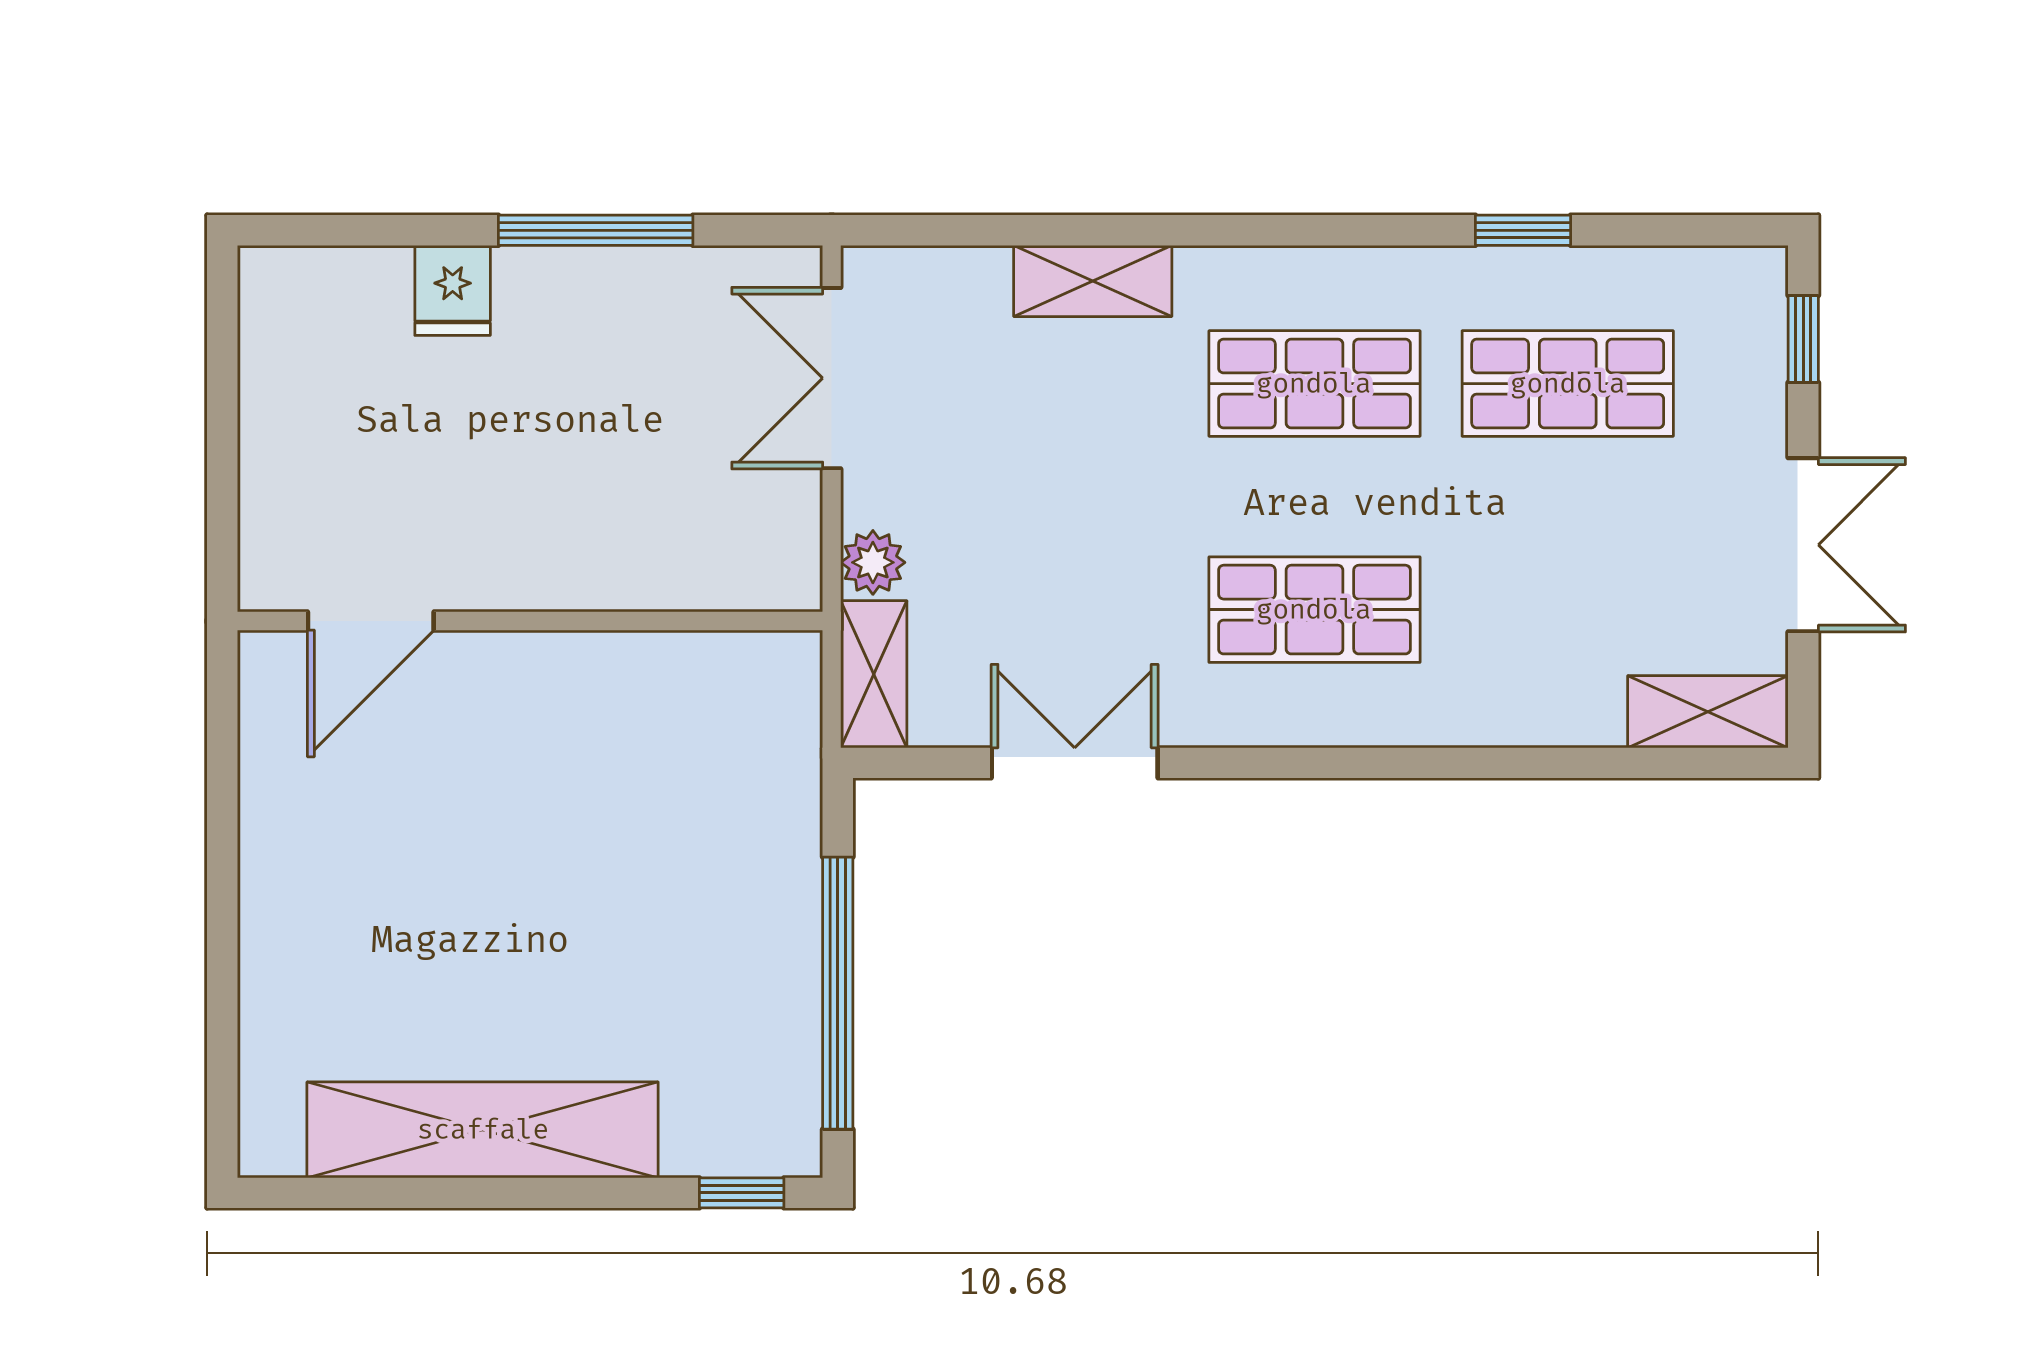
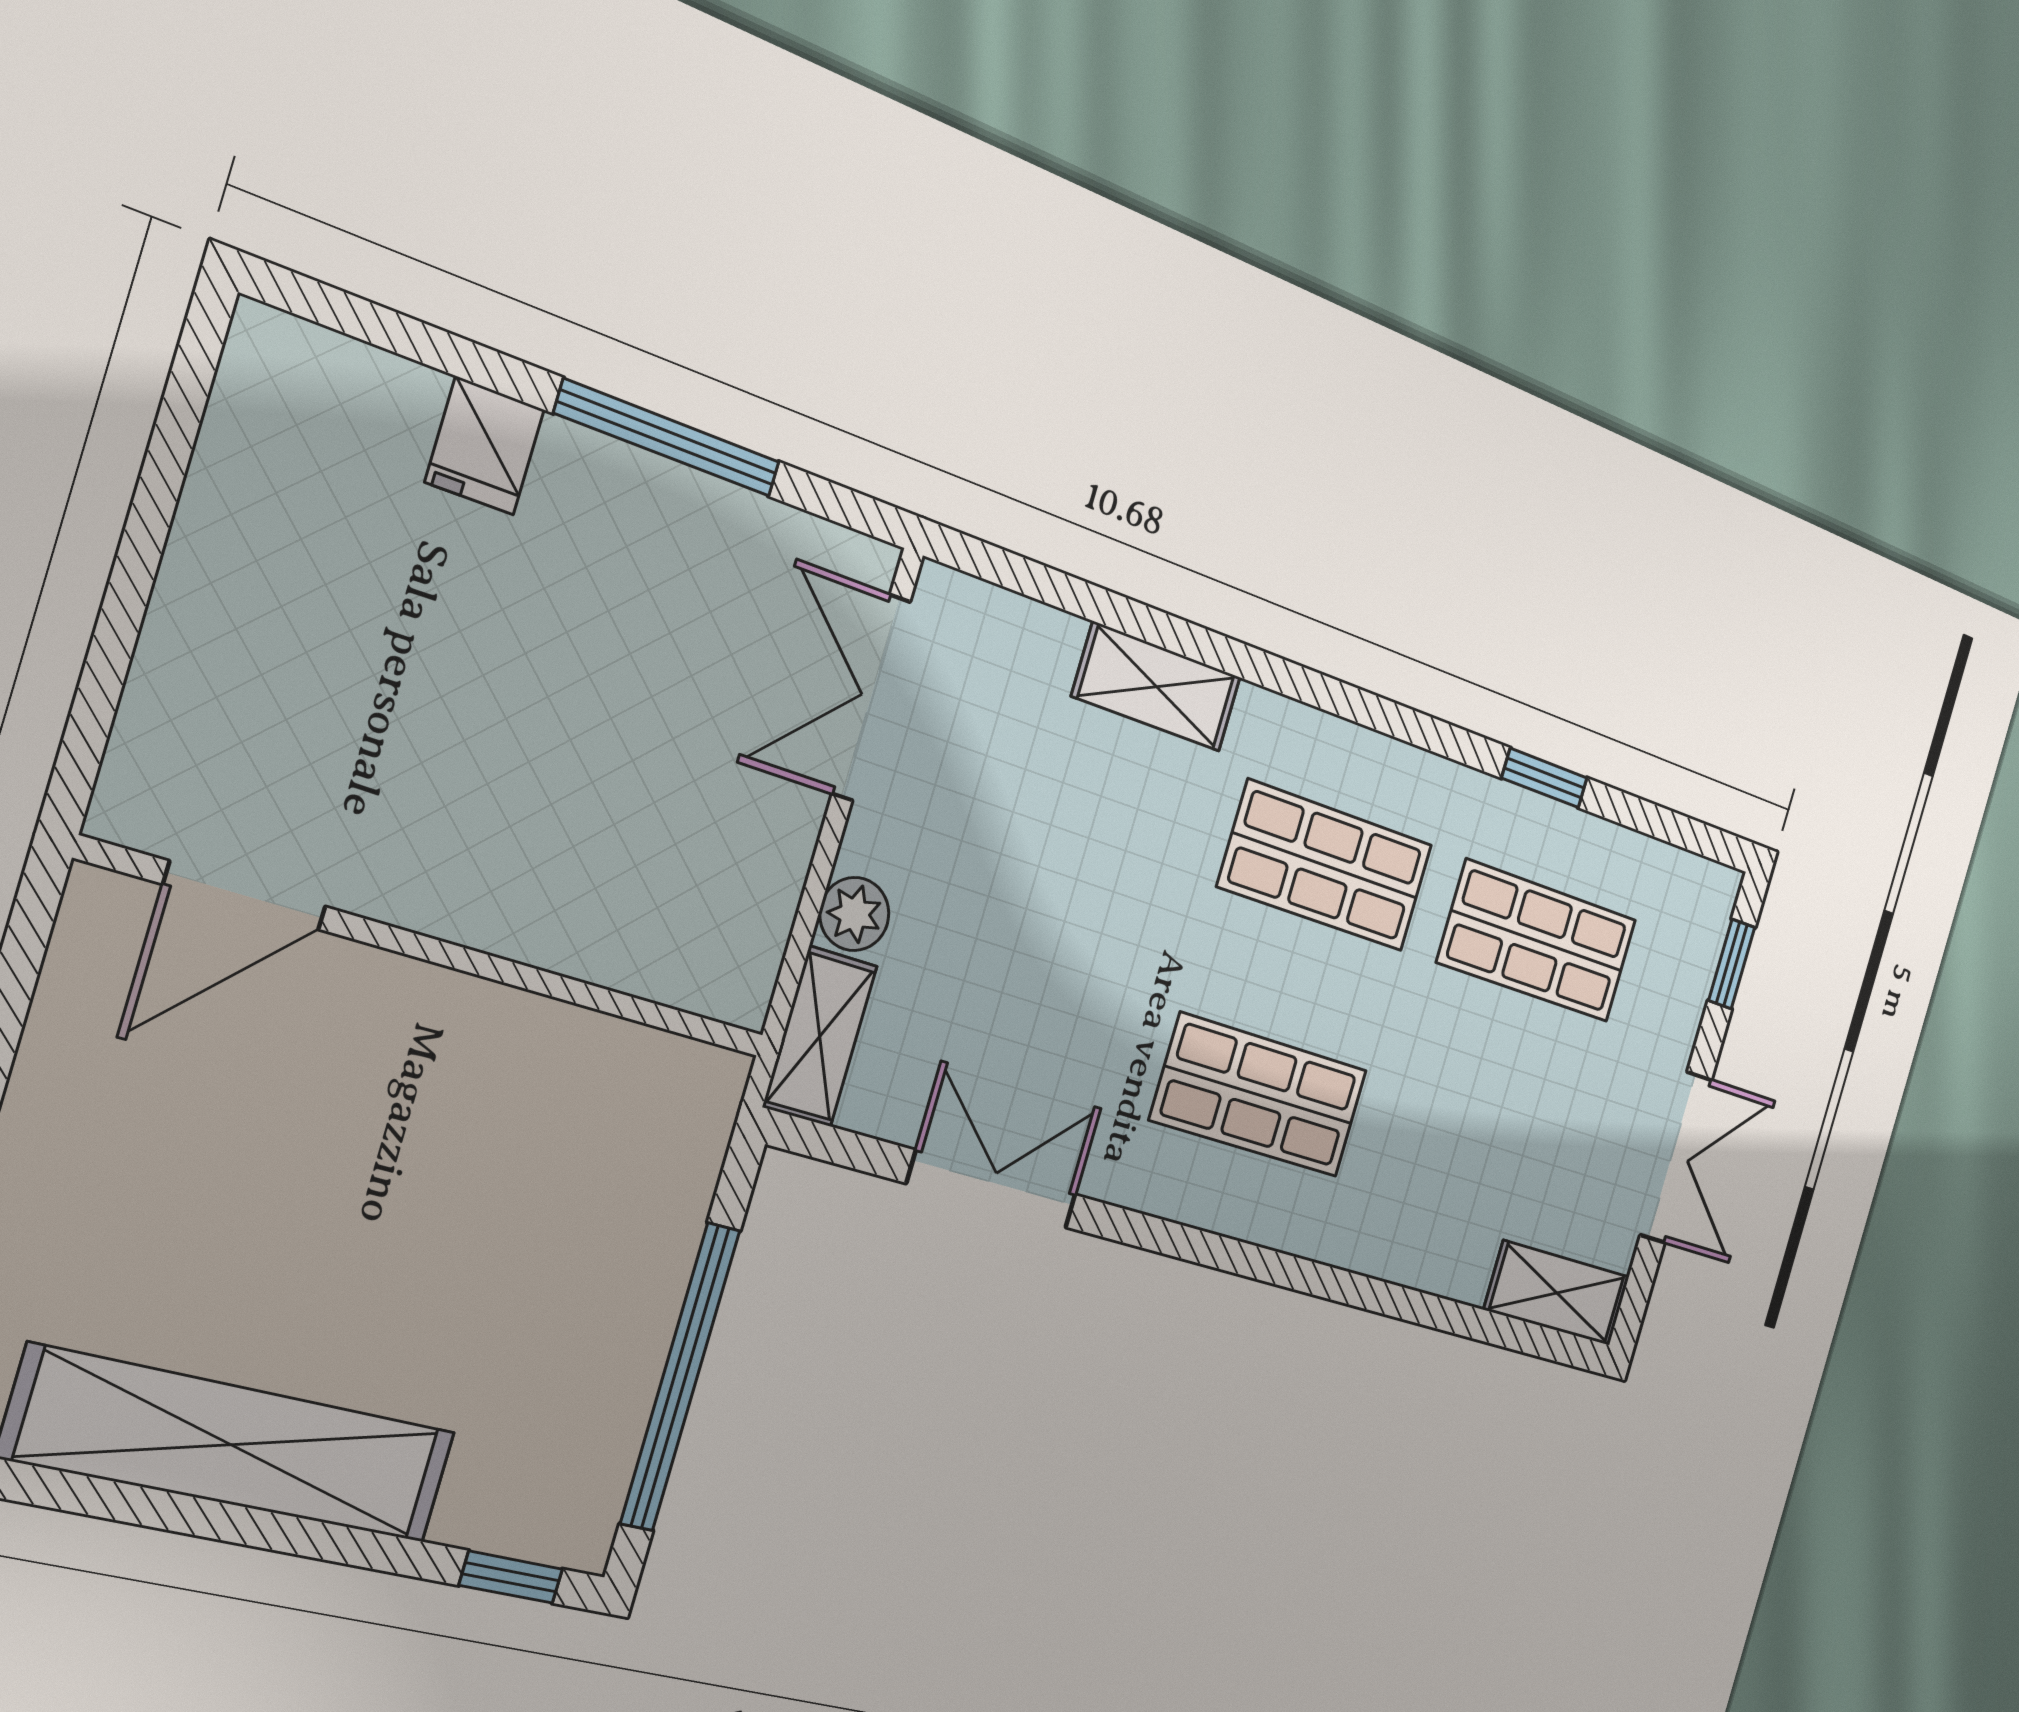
door: (371, 621) -> (245, 896), moved
wall: (530, 621) -> (436, 951), moved

